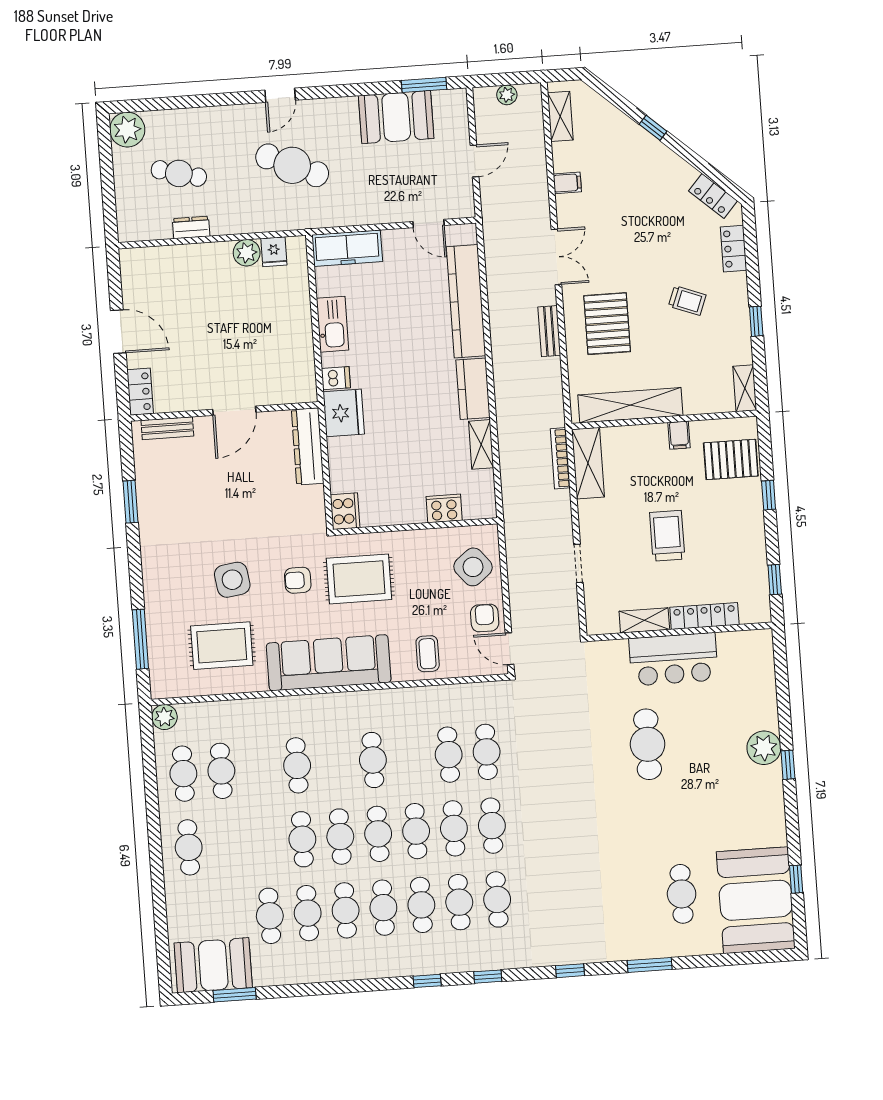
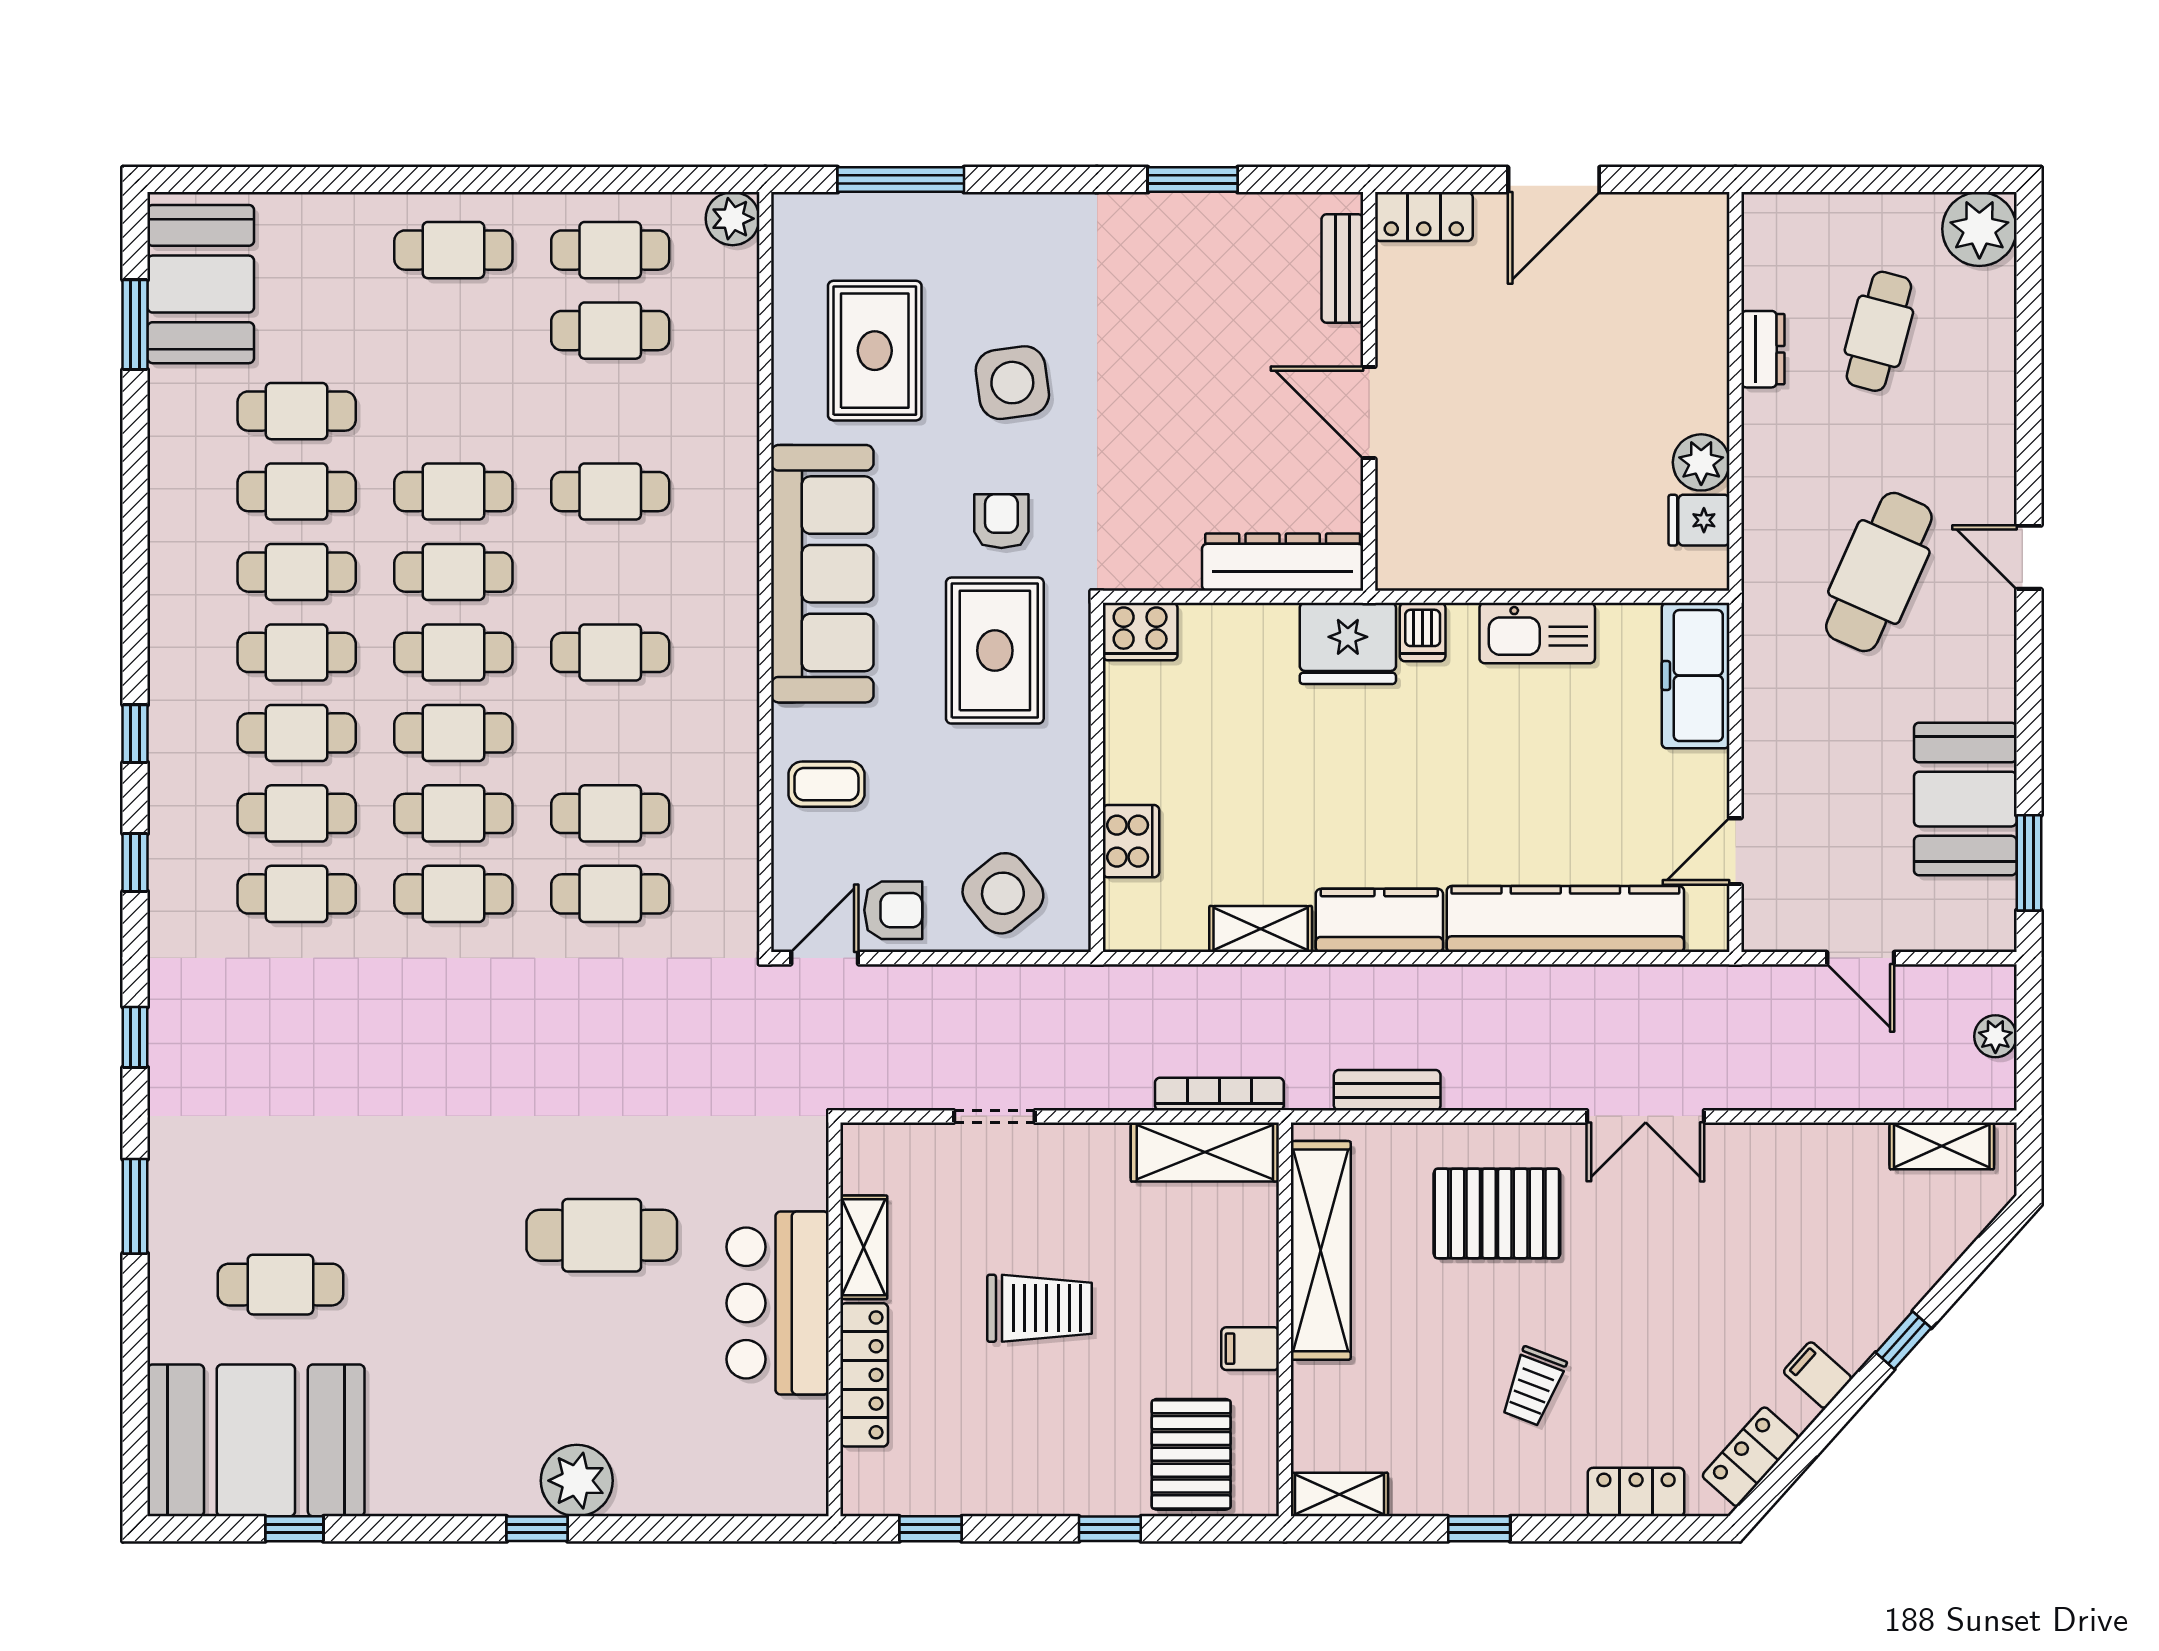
filing cabinet: (567, 183) -> (1818, 1375), moved, turned 132
bench: (549, 331) -> (1387, 1090), moved

